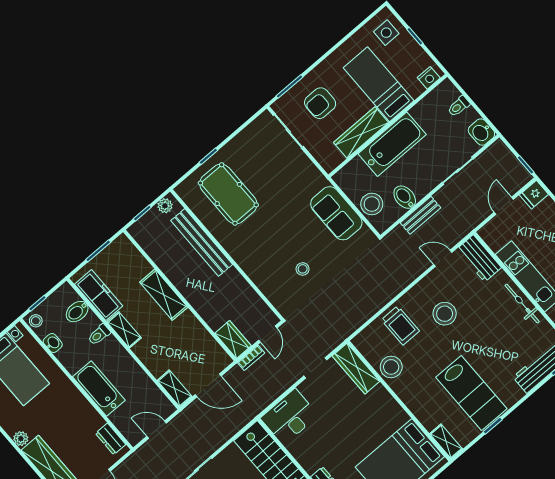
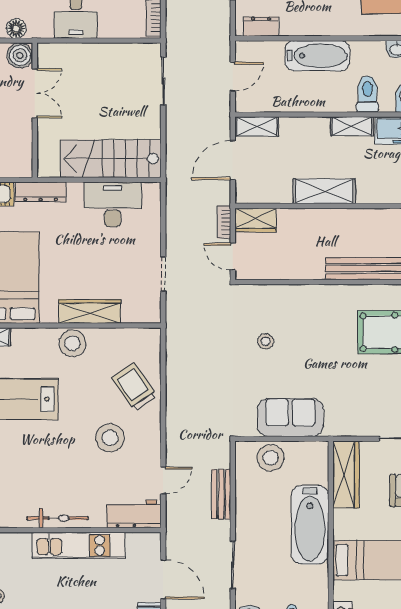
wardrobe: (361, 133) -> (346, 475), moved
bidet: (405, 197) -> (251, 494), removed
door: (504, 206) -> (163, 579), width x1.38
shelving: (164, 295) -> (324, 191), moved
trolley: (400, 326) -> (135, 387), turned 56
toilet: (99, 335) -> (367, 94), width x1.37, depth x1.39
stool: (391, 367) -> (72, 343), moved
wardrobe: (356, 369) -> (90, 311), moved
desk: (289, 417) -> (113, 204), moved, turned -90

